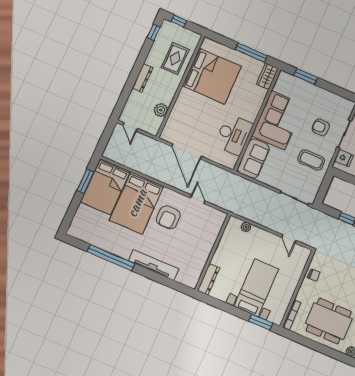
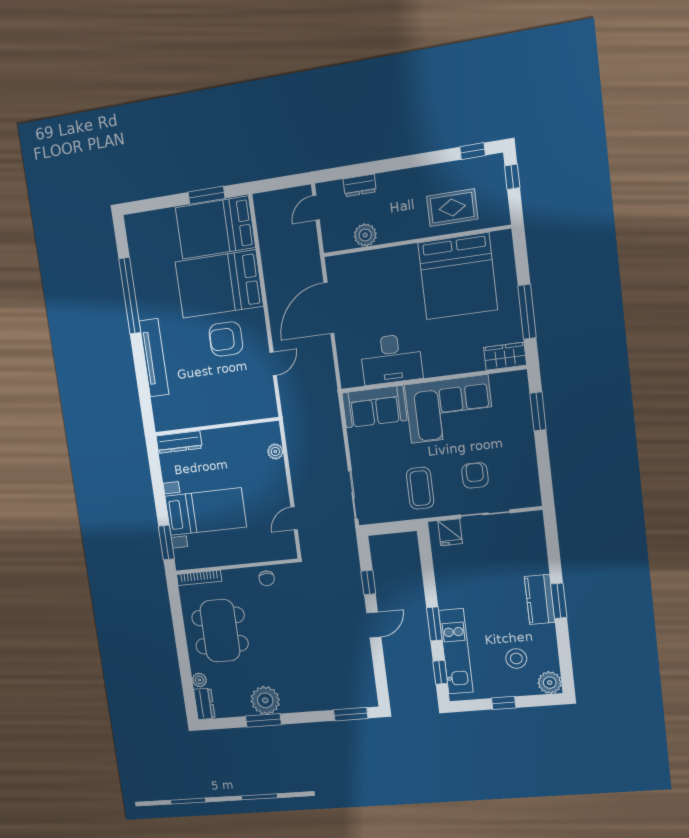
dresser: (143, 78) -> (360, 185), moved, width x0.70

